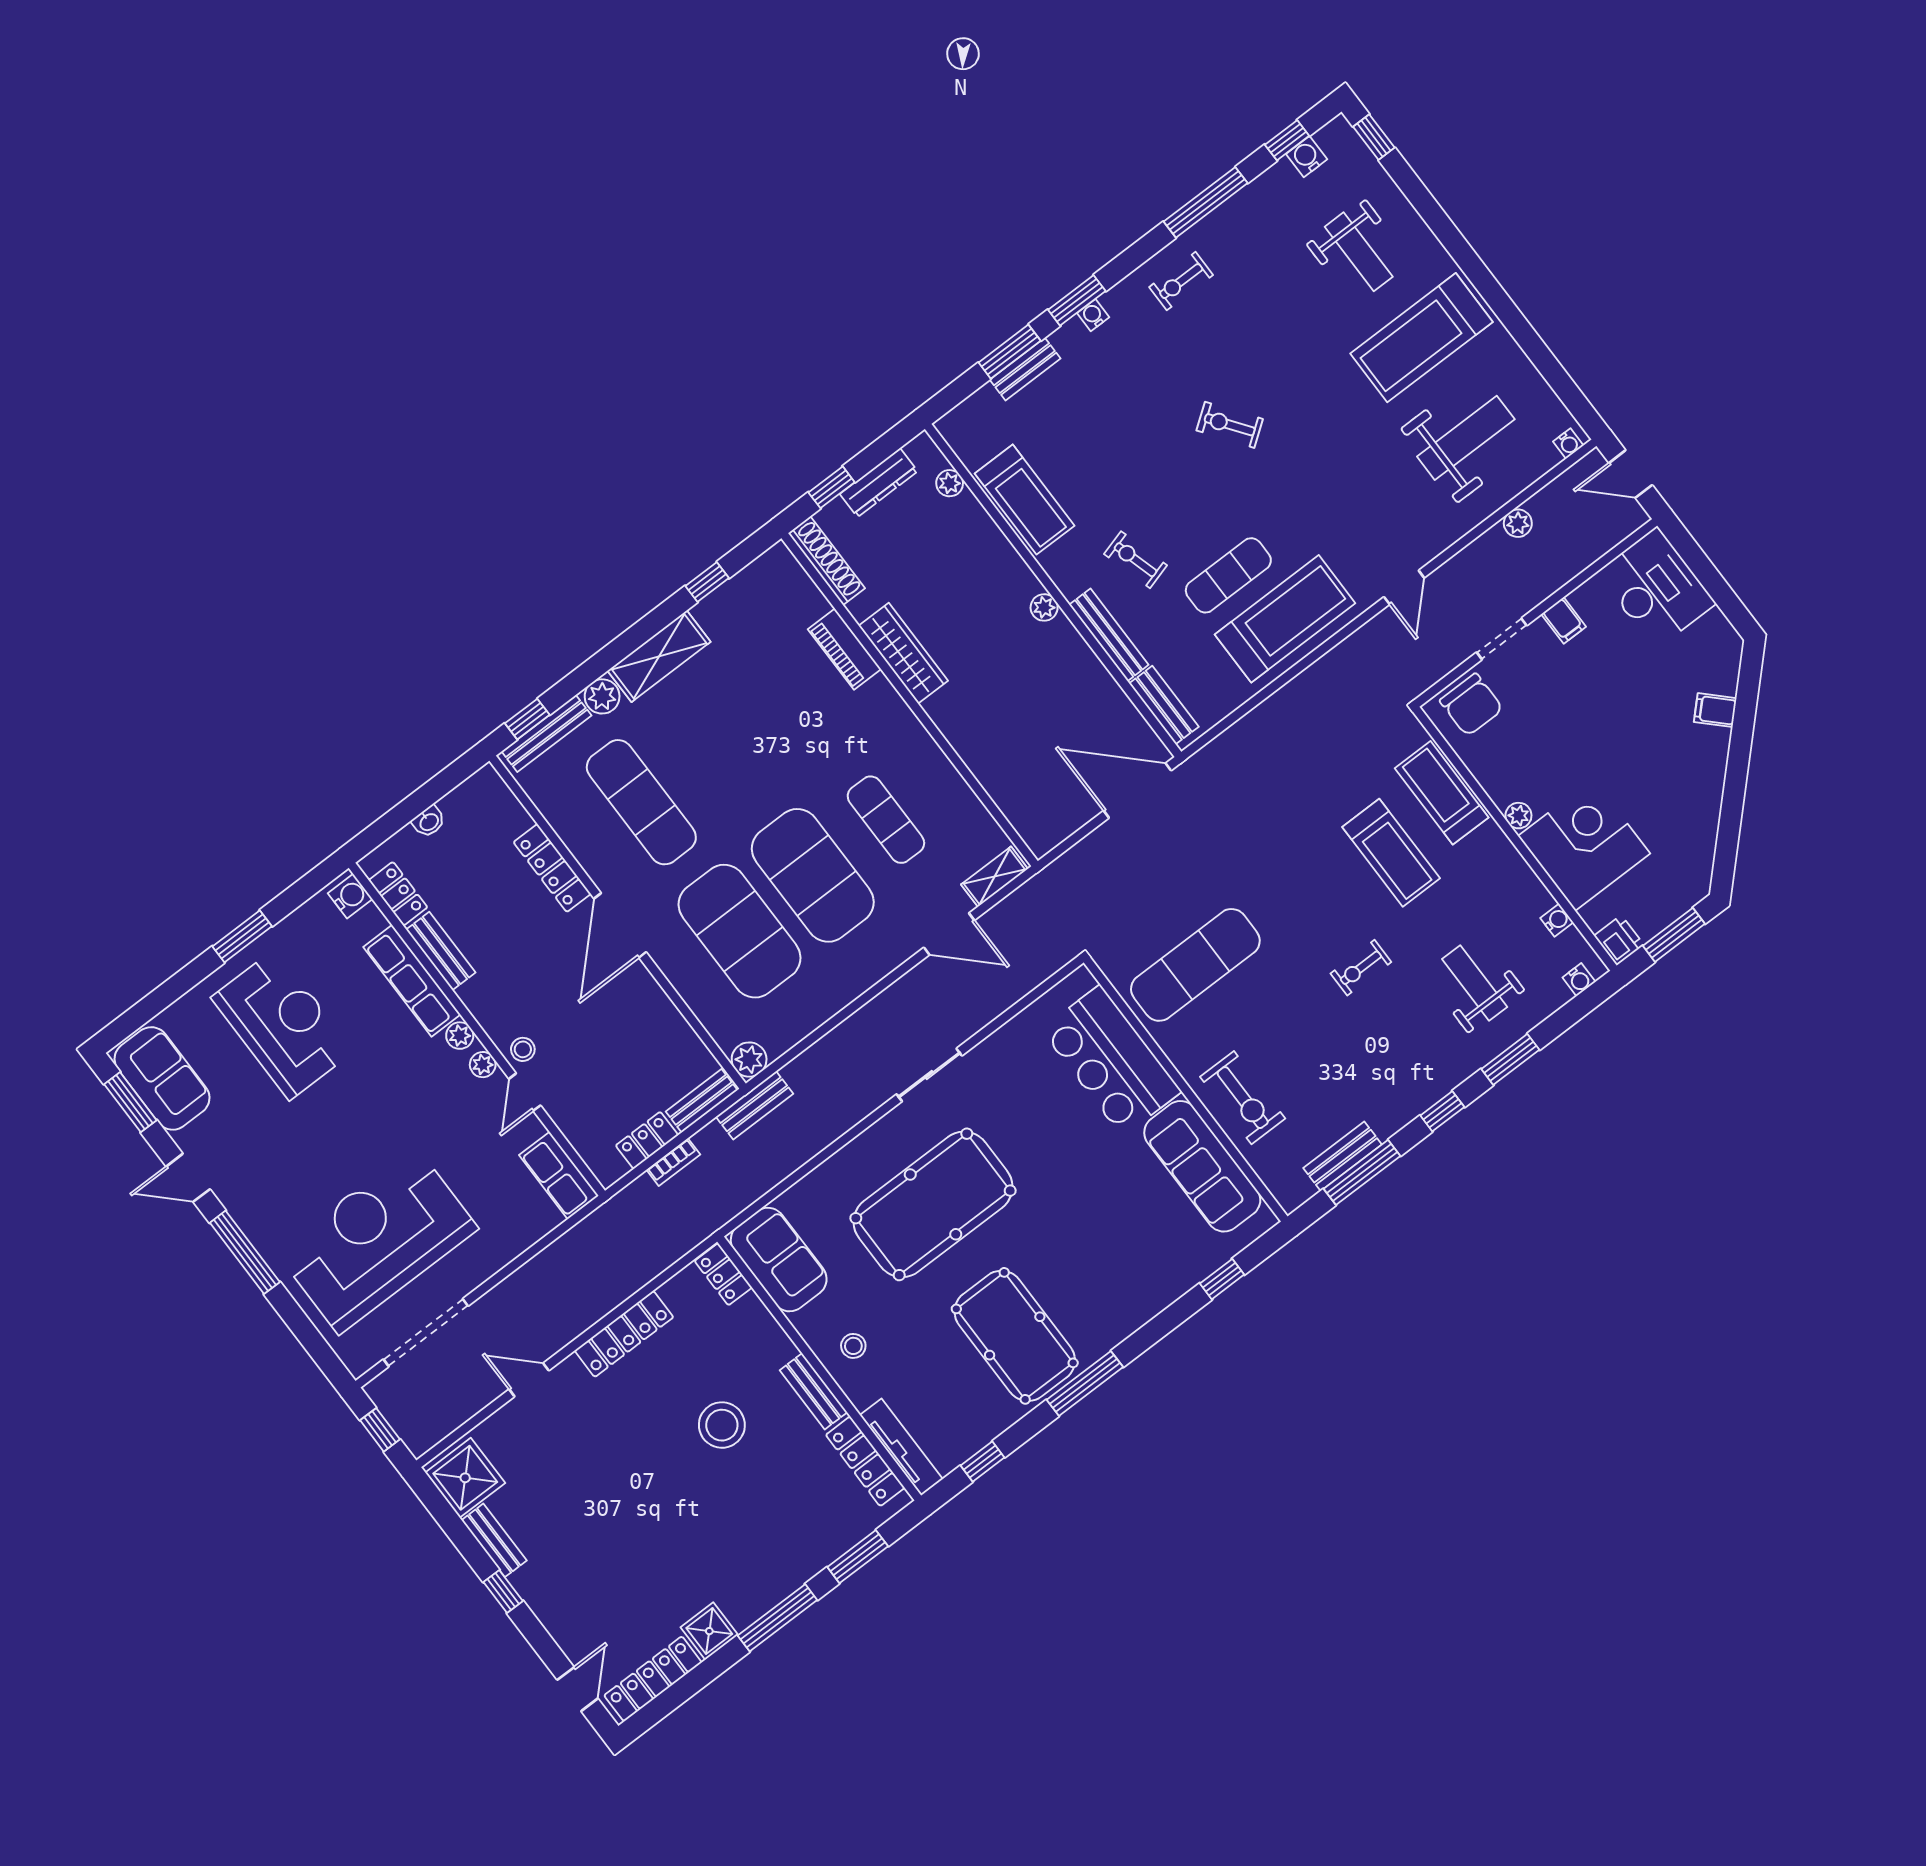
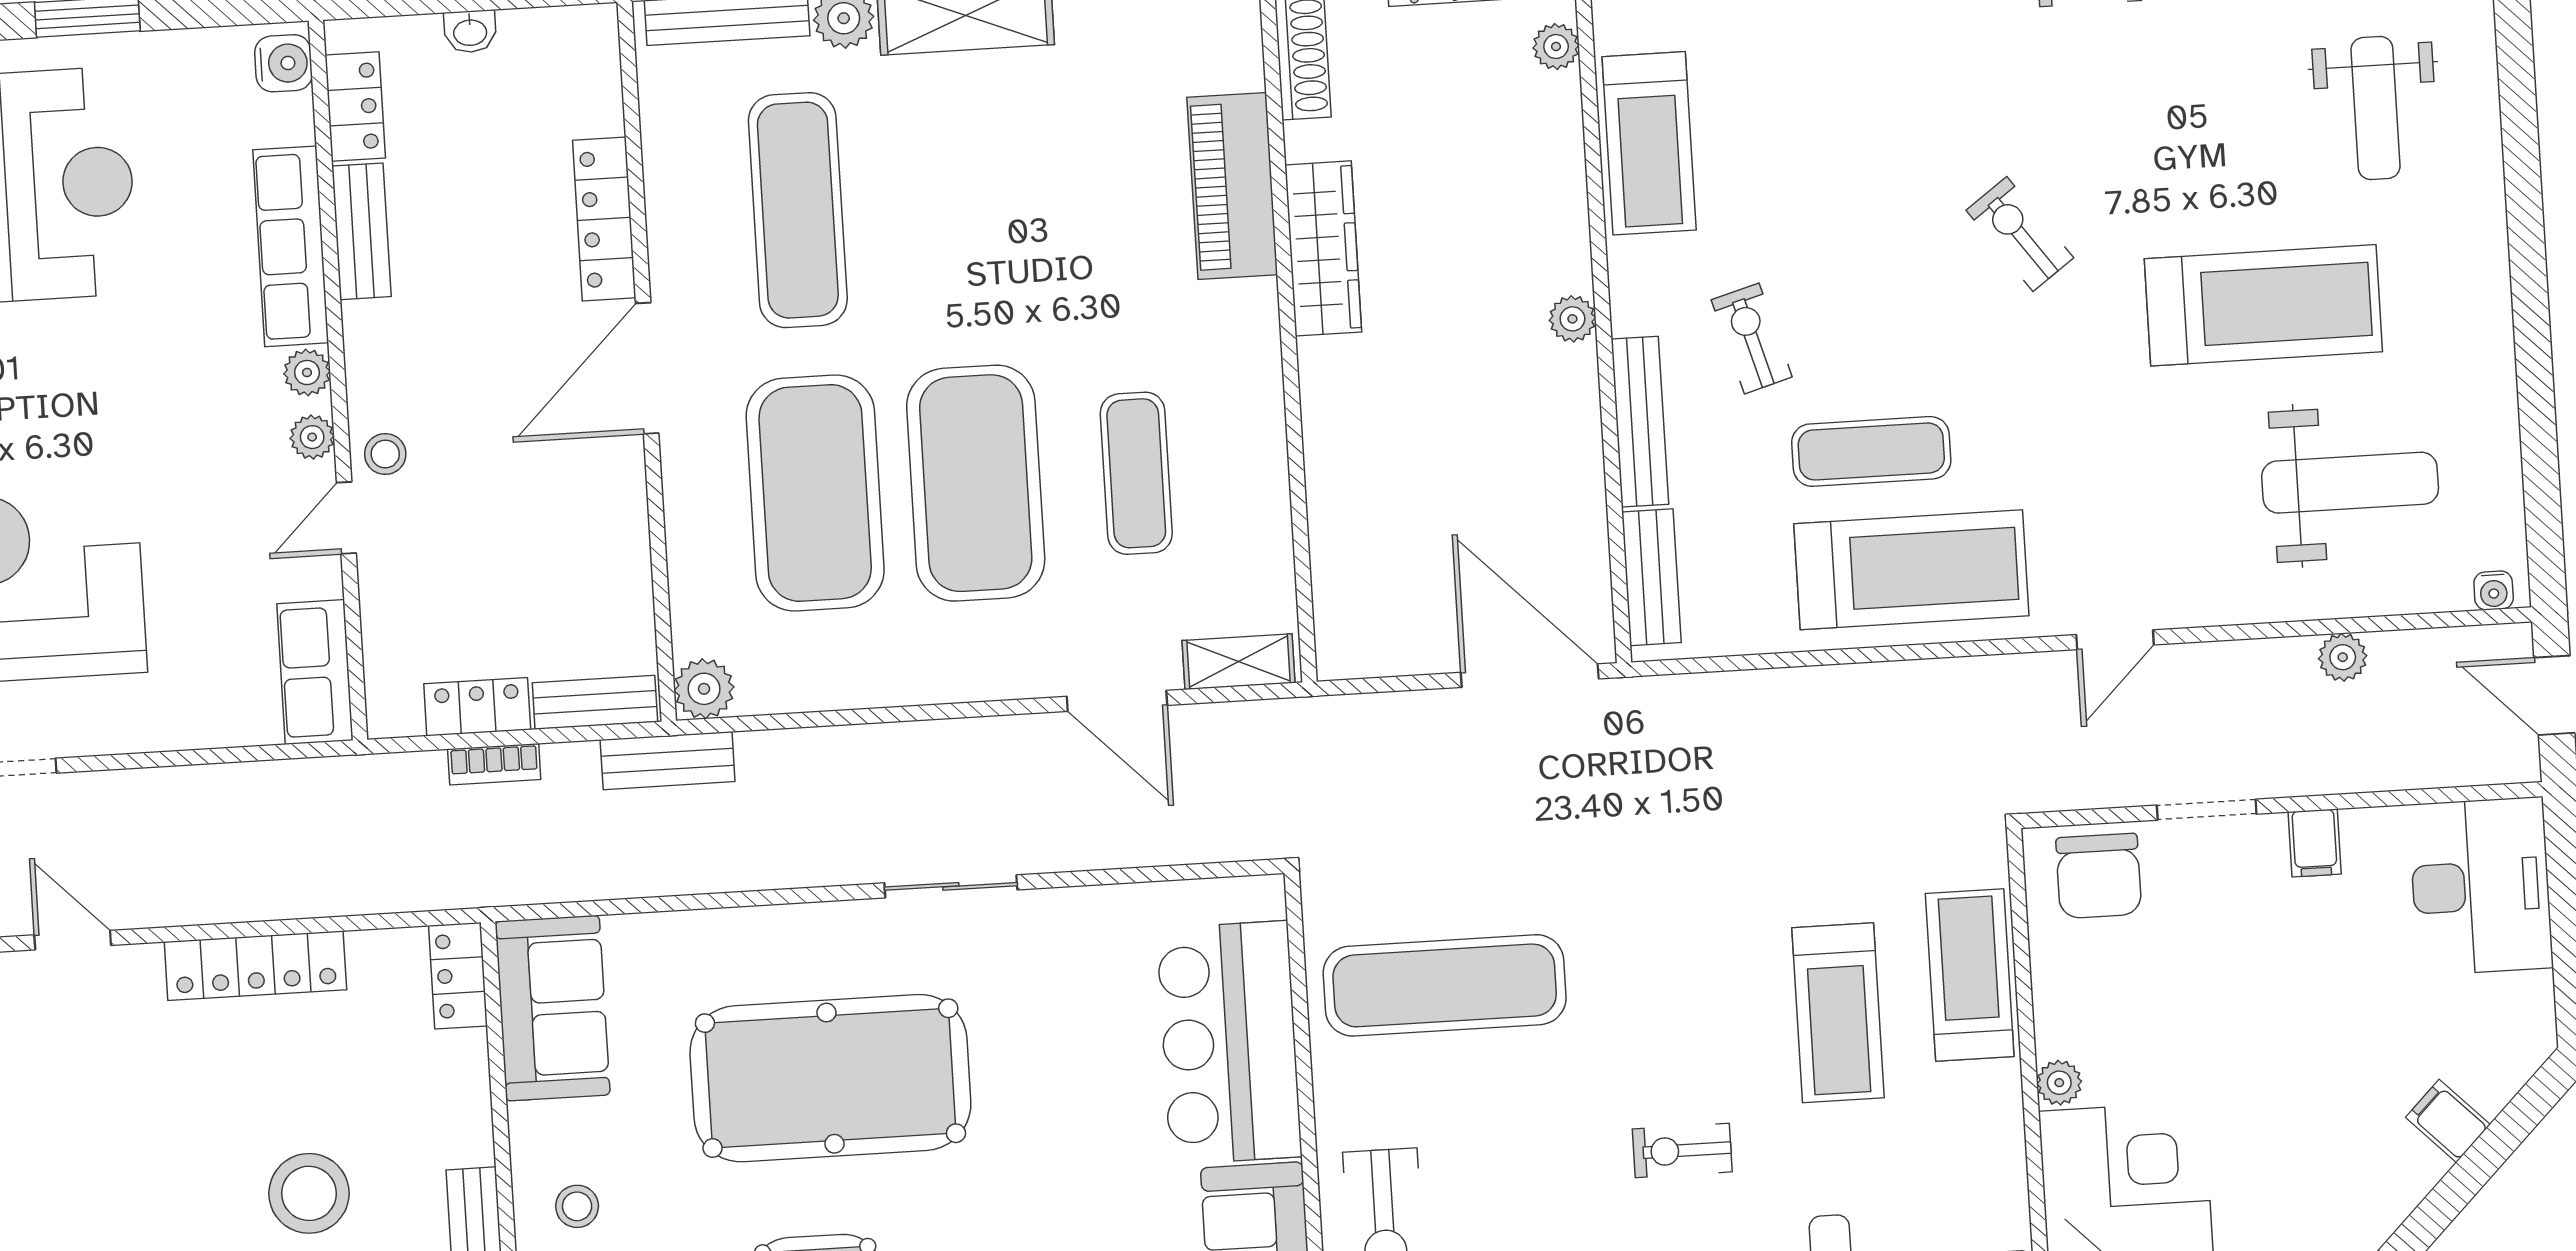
treadmill: (1422, 338) -> (2263, 305), moved, turned 180
piano: (845, 649) -> (1232, 186), width x1.37, depth x1.33

